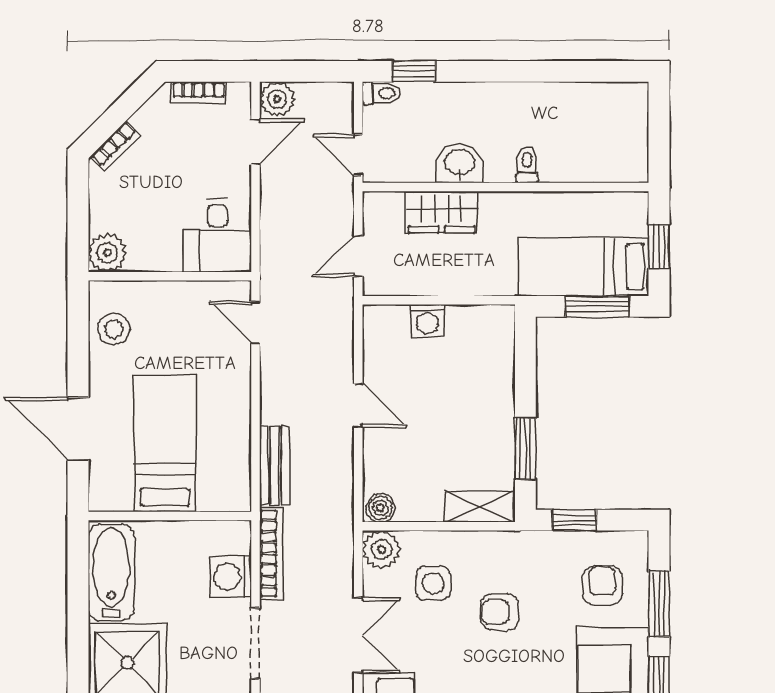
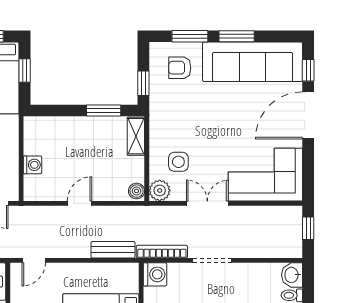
window: (597, 306) -> (25, 71), width x0.67
washing machine: (230, 577) -> (155, 274), moved, turned -90
armchair: (500, 612) -> (194, 125), removed

